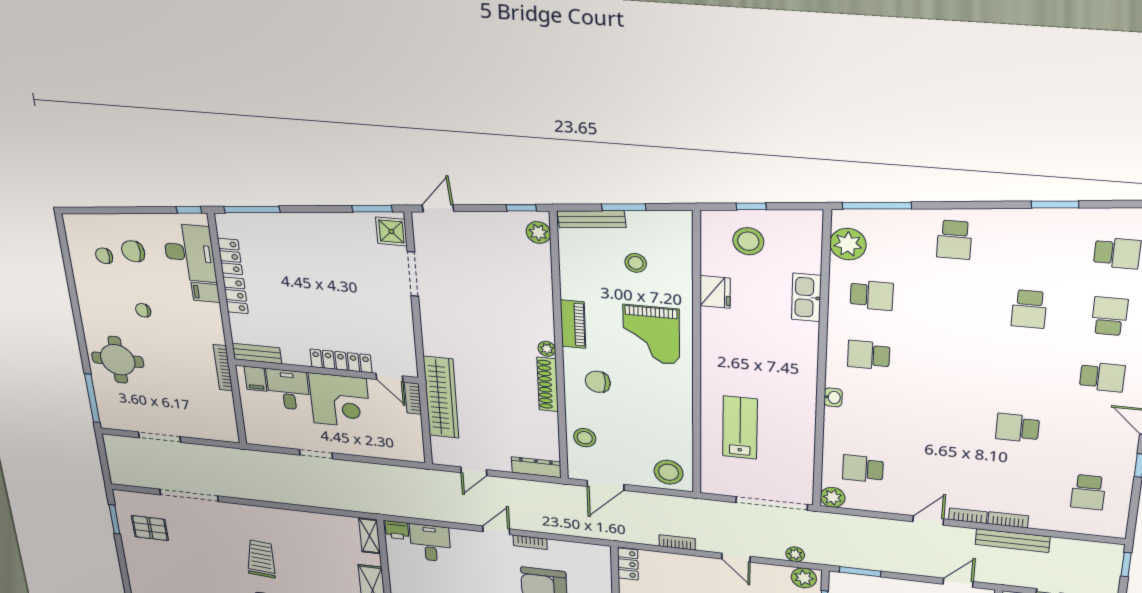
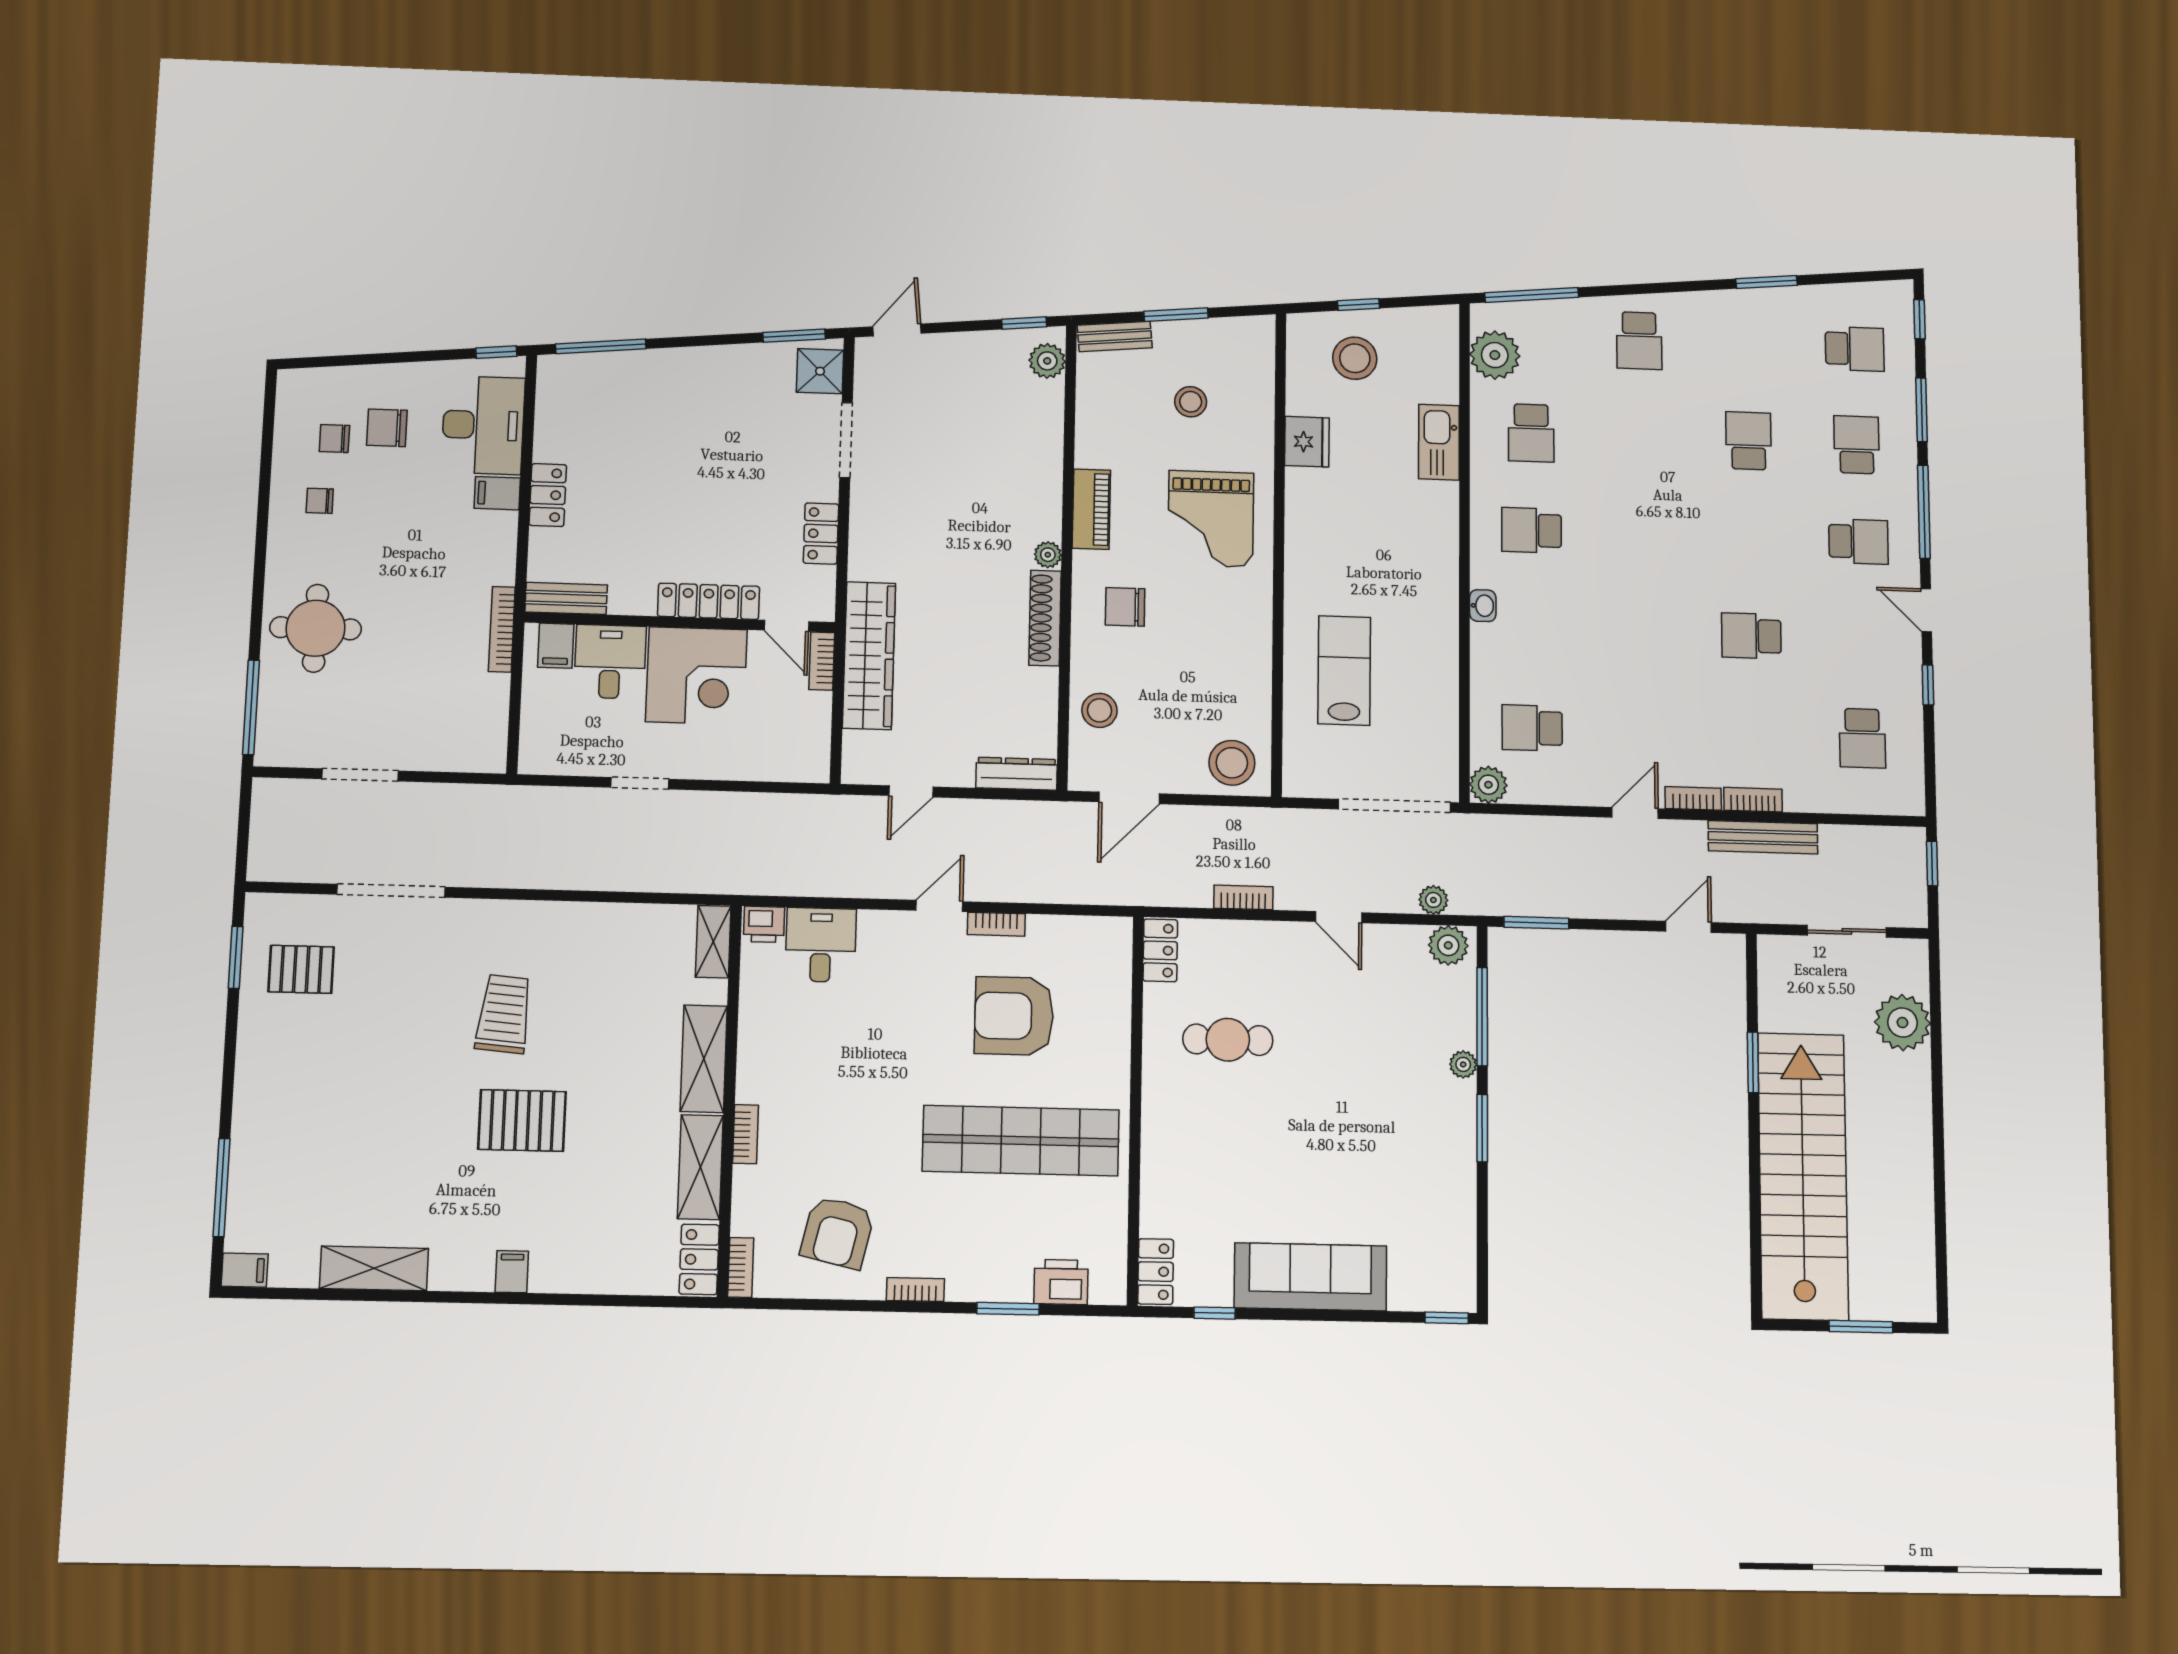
bench: (592, 219) -> (1115, 337), width x0.73
locker: (230, 257) -> (821, 534), moved, turned 180
school desk: (872, 295) -> (1531, 433), turned 90
school desk: (1029, 309) -> (1749, 441), turned 180
chair: (143, 310) -> (320, 501), moved

